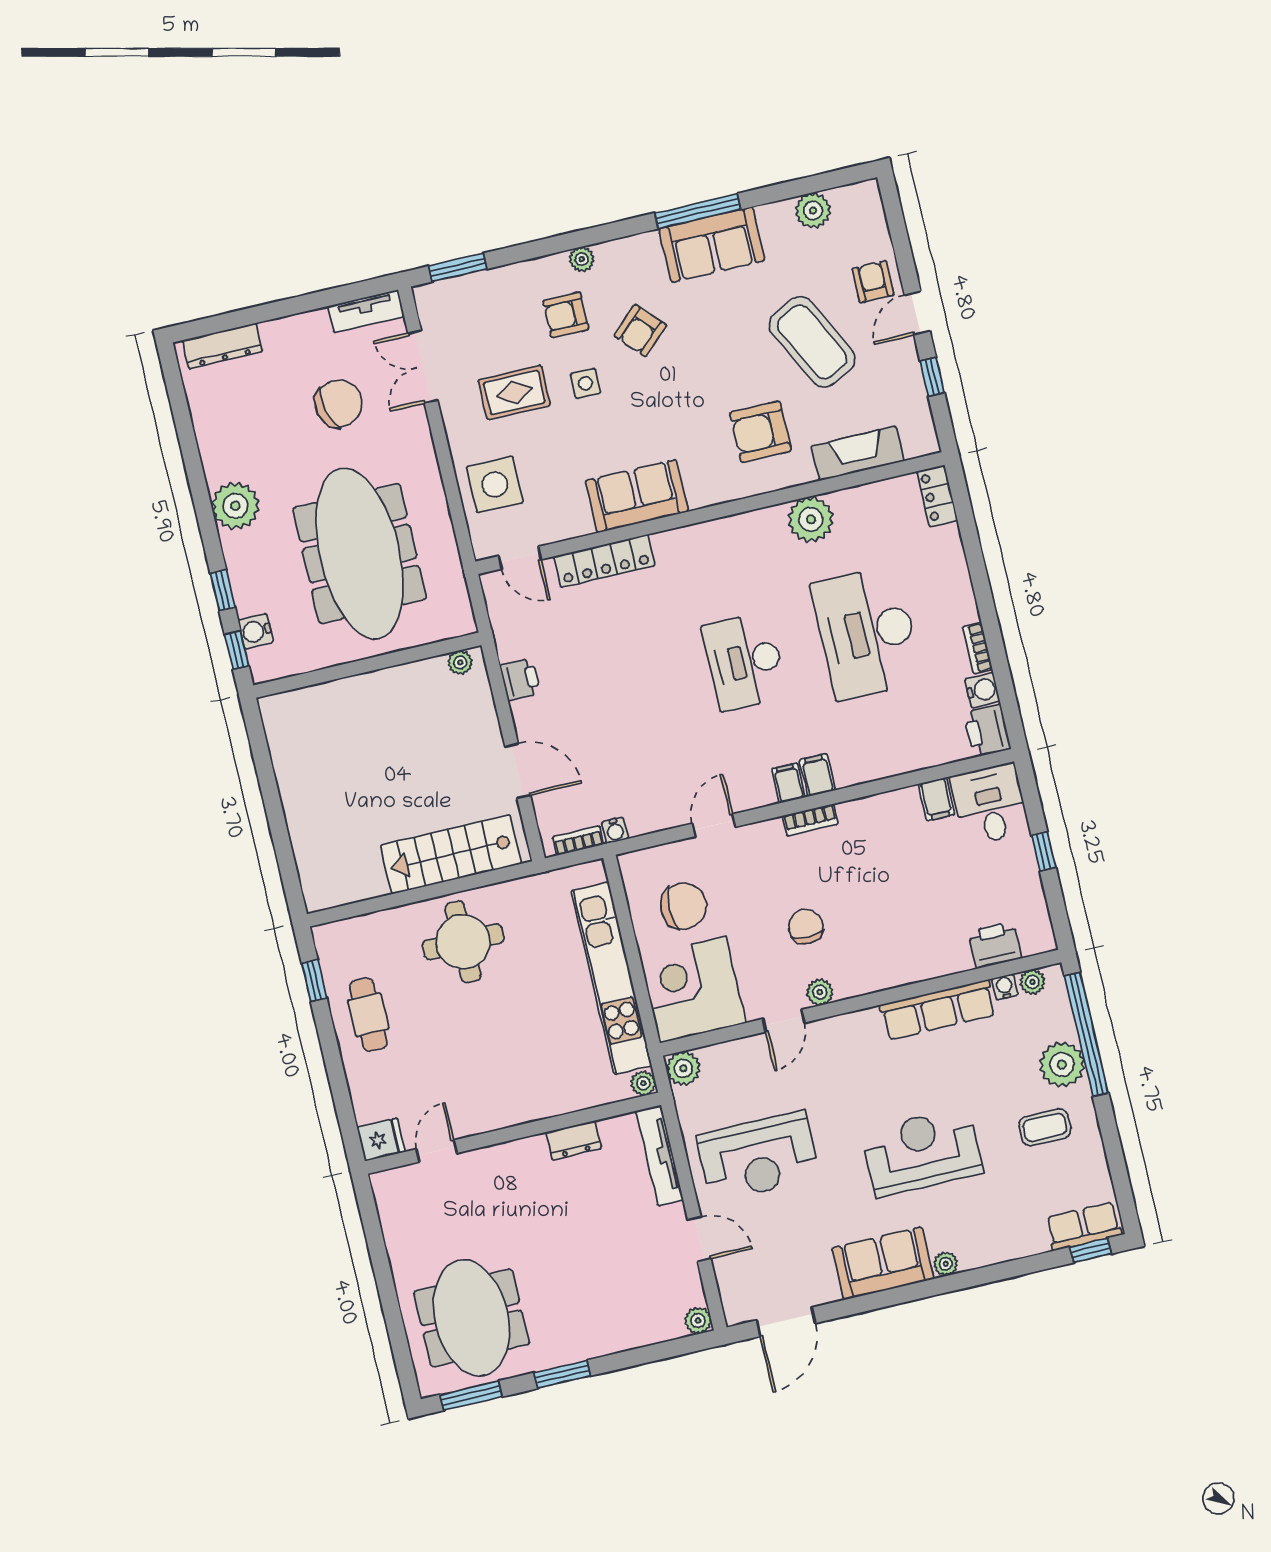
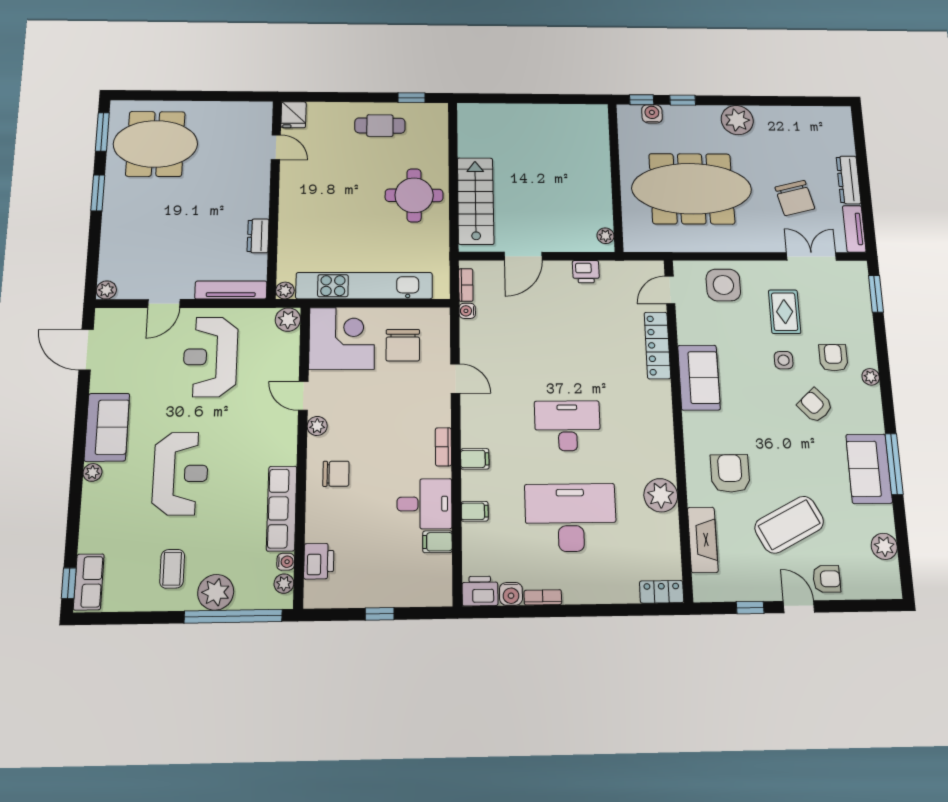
dresser: (222, 346) -> (848, 180), moved
filing cabinet: (788, 783) -> (475, 511), moved
desk: (990, 804) -> (424, 504), moved
chair: (806, 927) -> (336, 474), moved

